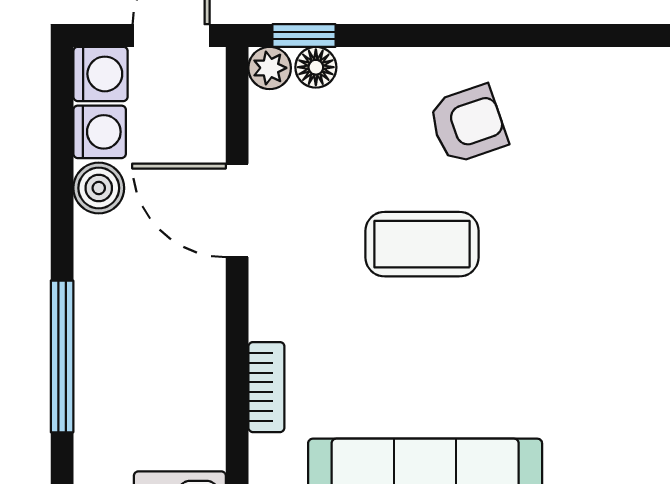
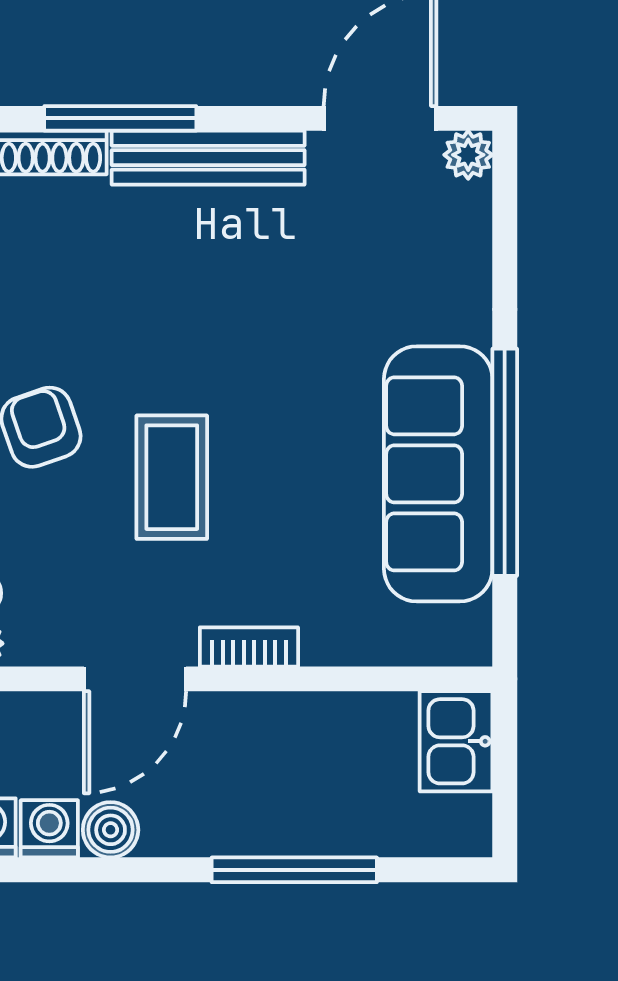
bookcase: (266, 387) -> (249, 647), moved

